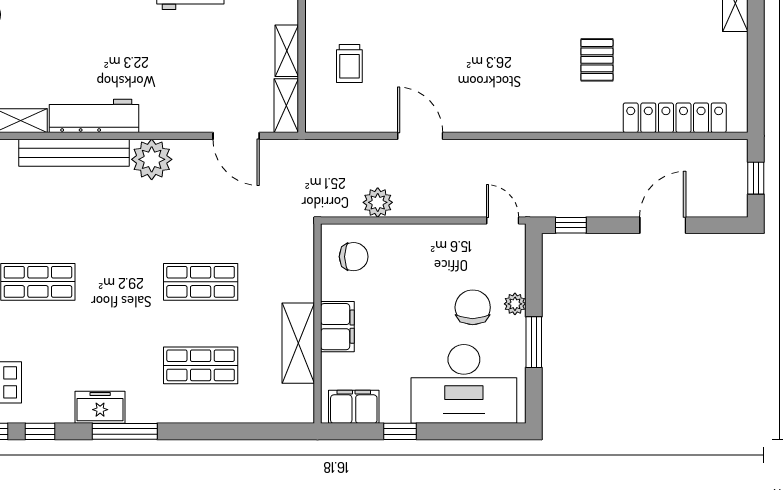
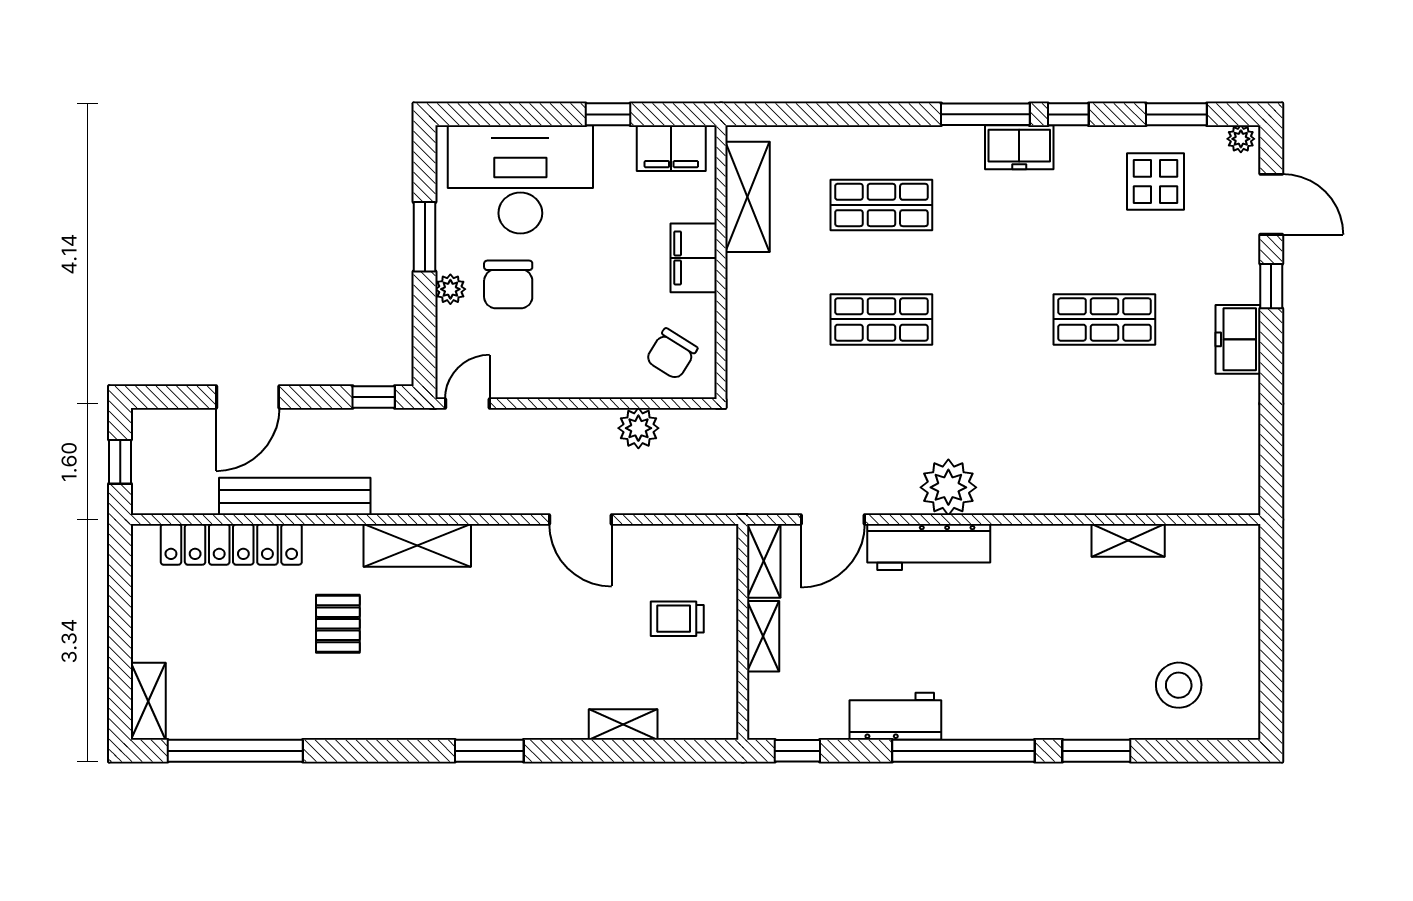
trolley: (349, 64) -> (677, 619), turned -90
workbench: (94, 116) -> (929, 547), moved
shelving: (539, 117) -> (417, 545), added
door: (236, 136) -> (833, 520), swing flipped
bench: (74, 153) -> (295, 496), moved
door: (503, 220) -> (467, 404), swing flipped
chair: (354, 257) -> (672, 354), turned -58
shelving: (298, 343) -> (748, 197), moved
window: (40, 431) -> (1068, 114), moved

